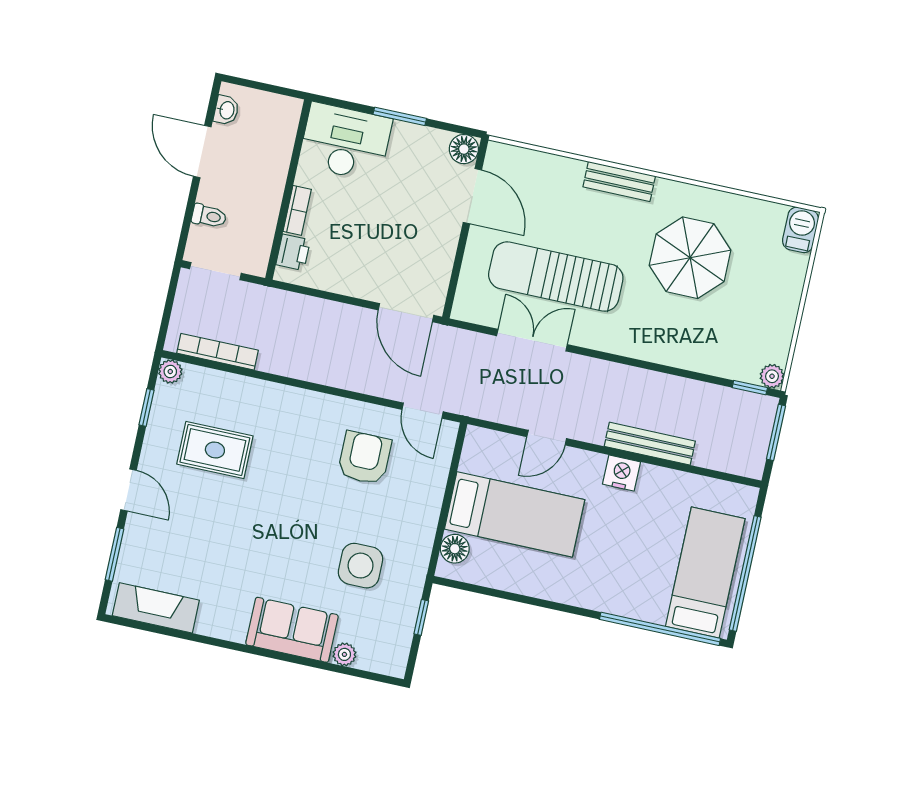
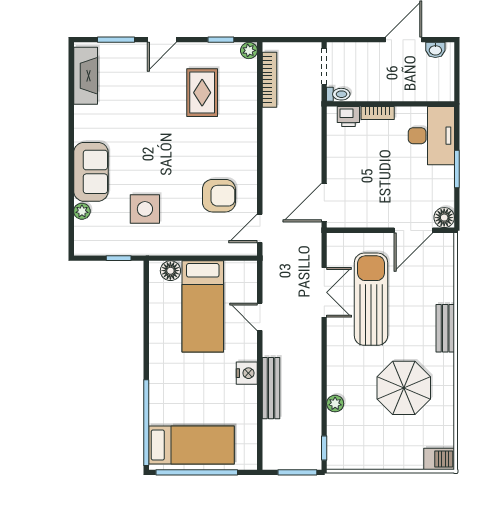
toilet: (209, 216) -> (338, 94), moved, turned -90
plant: (772, 376) -> (335, 404), moved

